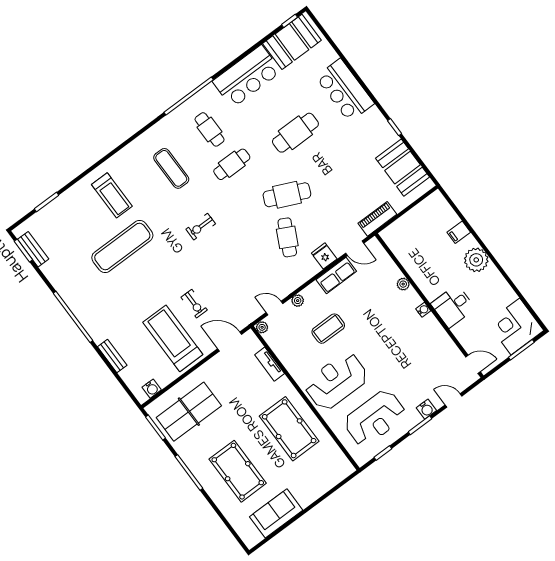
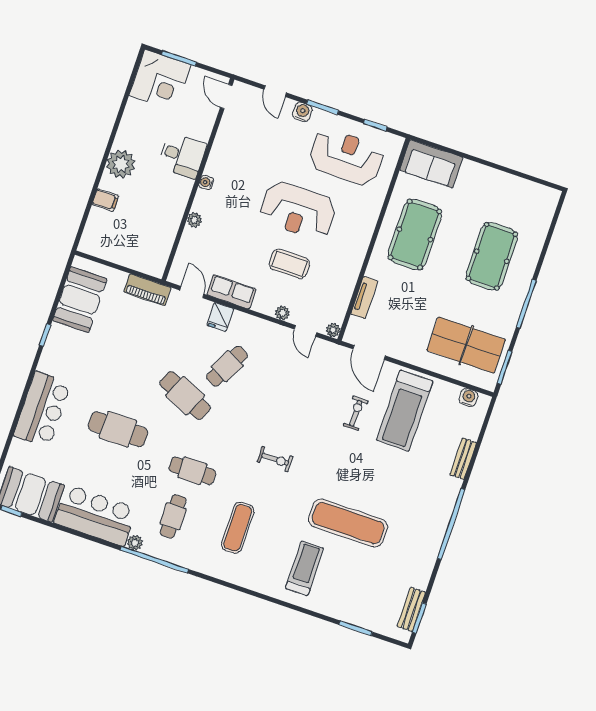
plant: (209, 91) -> (135, 543), added
reception desk: (336, 381) -> (298, 210), moved
sofa: (276, 513) -> (431, 164), moved

